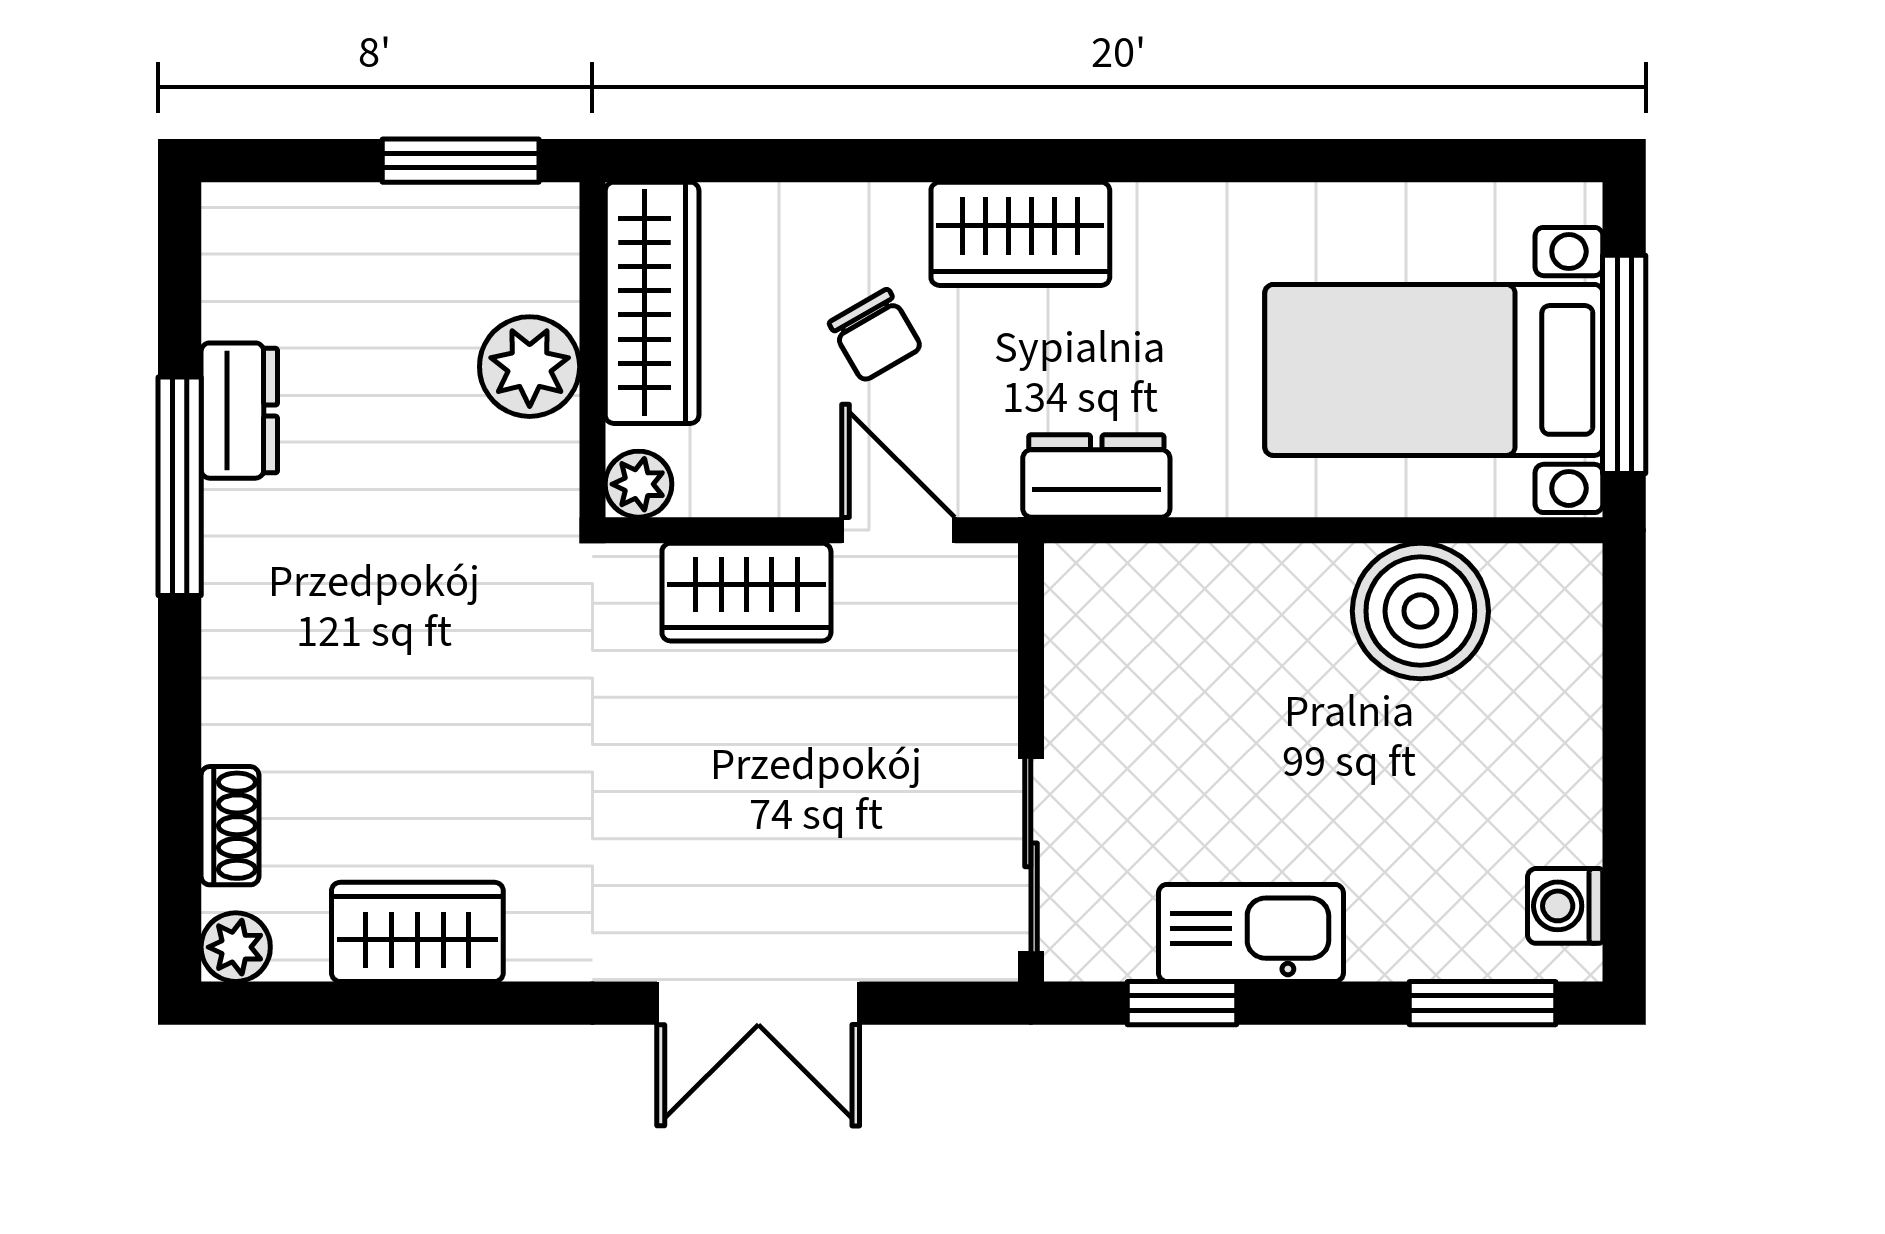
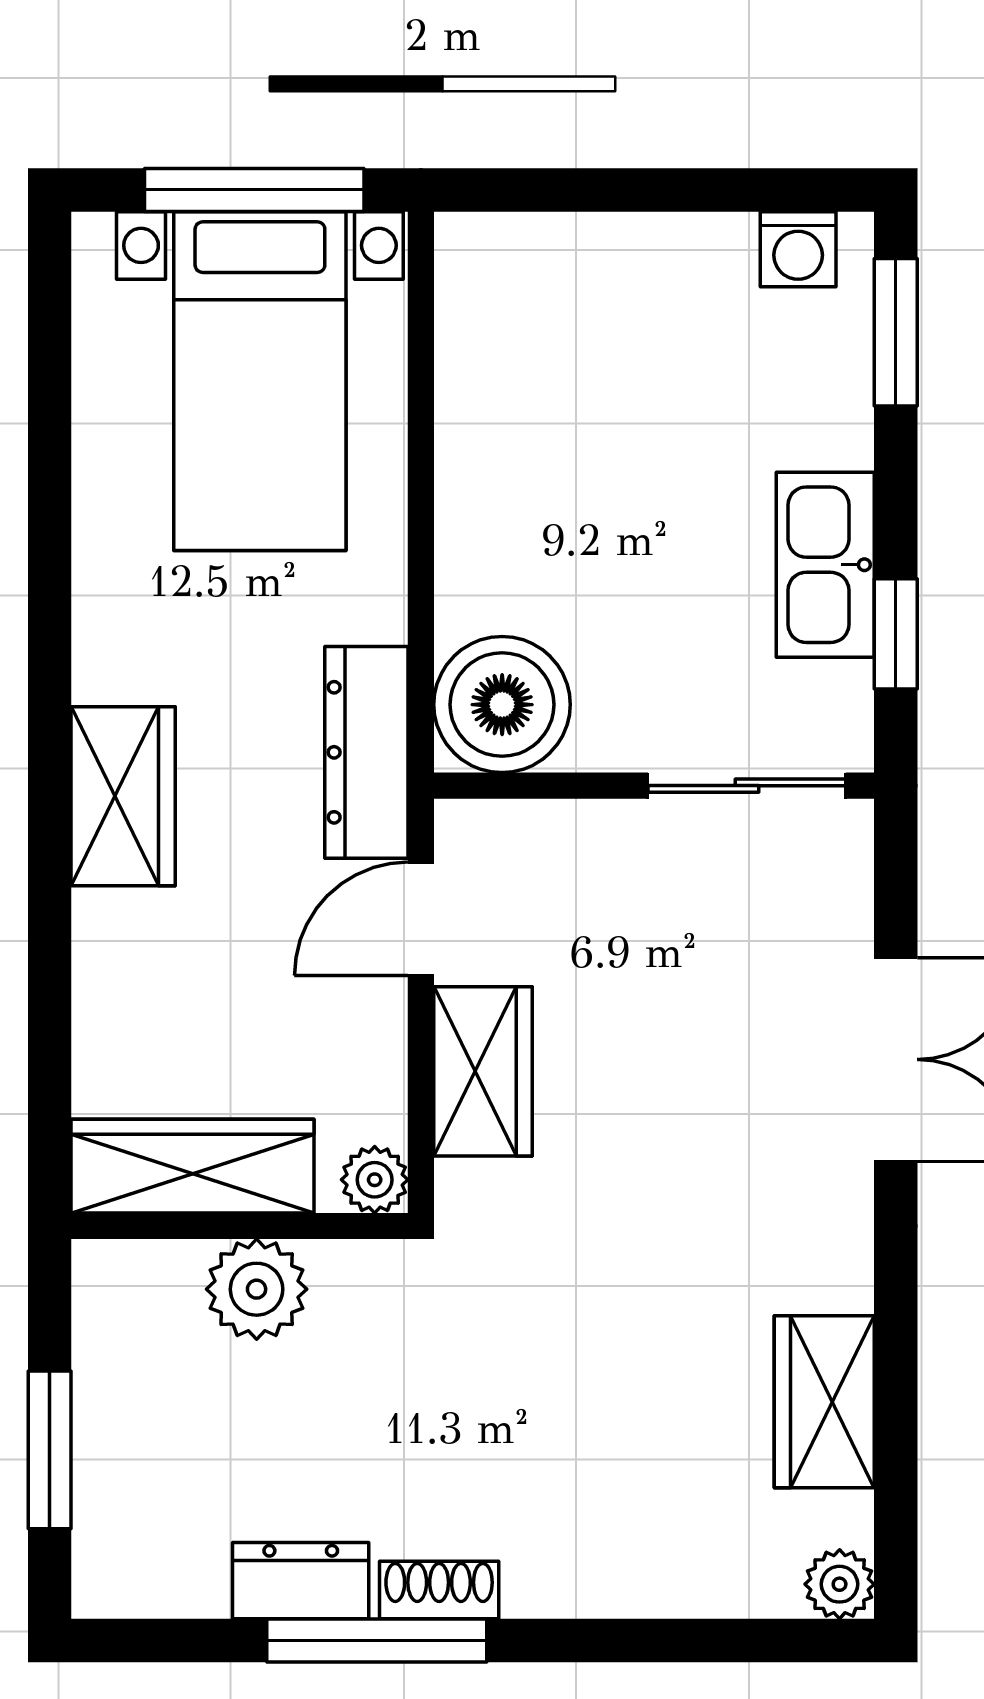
window: (461, 161) -> (50, 1450), moved
chair: (875, 335) -> (225, 942), removed
dresser: (1096, 476) -> (366, 752), width x1.44
boiler: (1420, 611) -> (502, 705), moved
shoe rack: (230, 826) -> (439, 1590), moved

